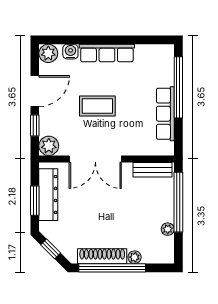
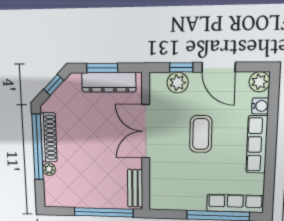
row of seats: (165, 114) -> (235, 203), moved
plant: (49, 146) -> (178, 83), moved
plant: (168, 229) -> (77, 202), removed

